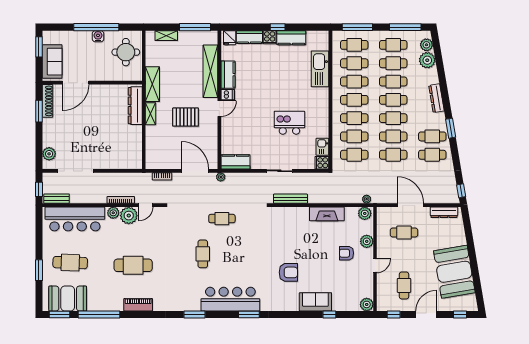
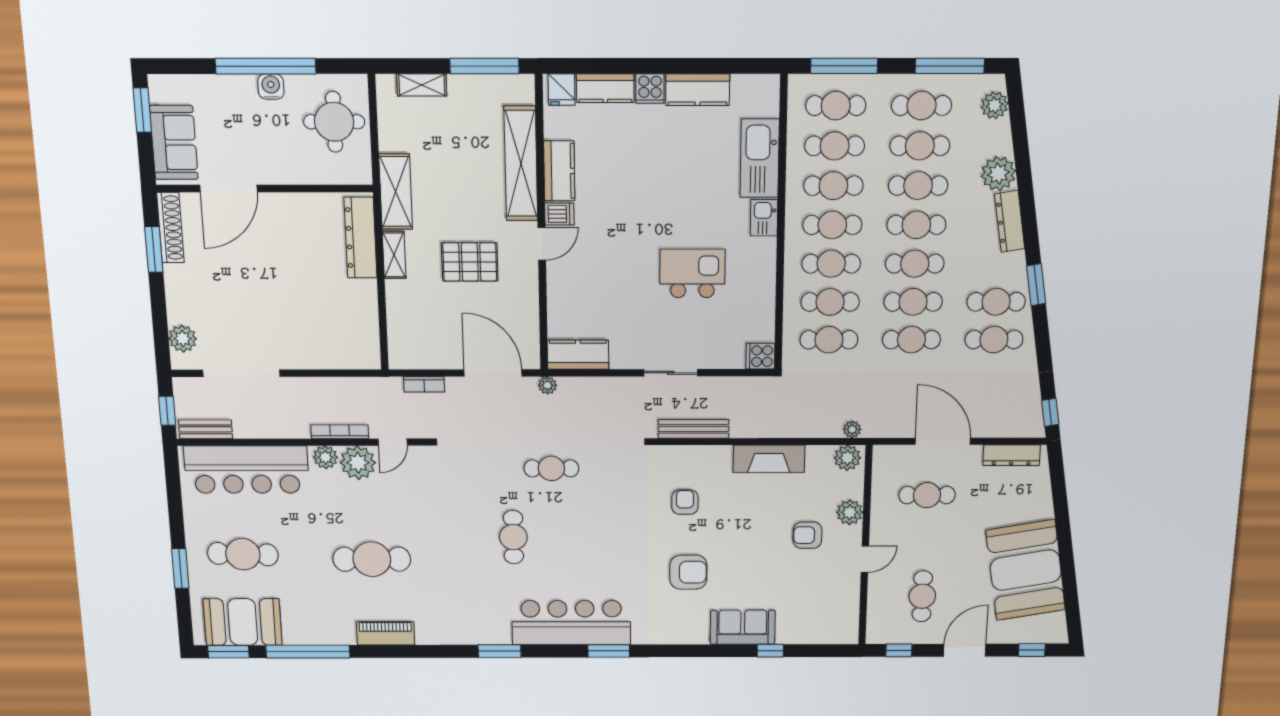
window: (278, 27) -> (667, 66), removed
plant: (427, 60) -> (998, 174), moved
kitchen sink: (322, 147) -> (764, 218), moved
armchair: (286, 236) -> (685, 502), added
plant: (367, 304) -> (846, 632), removed

